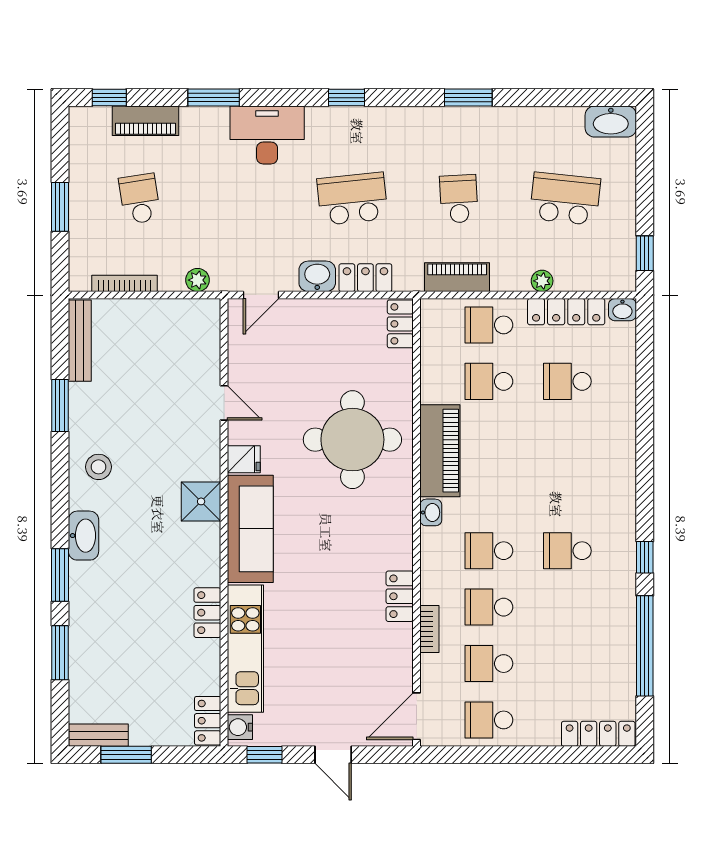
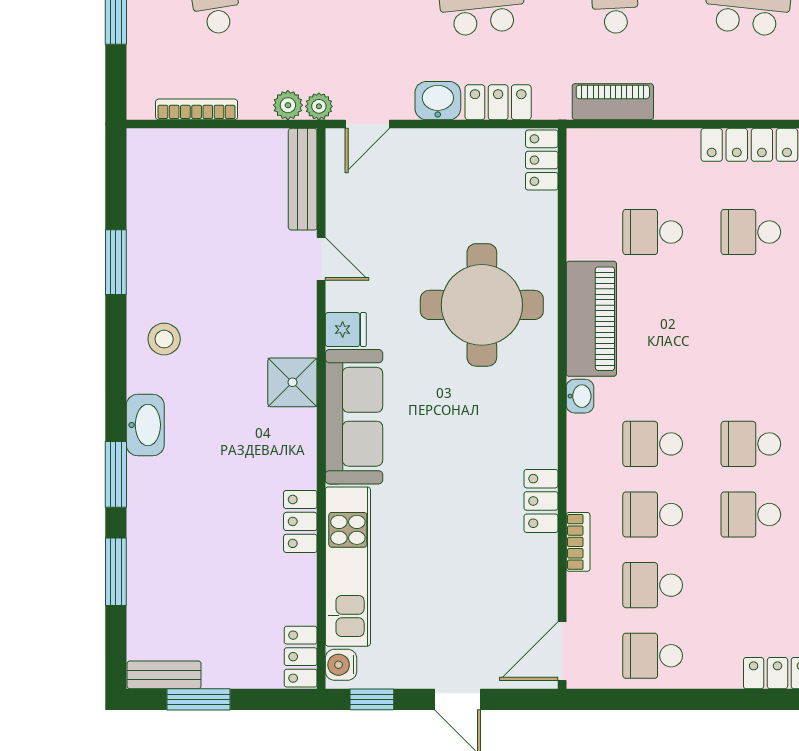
plant: (542, 281) -> (319, 106), moved
school desk: (489, 325) -> (751, 515), moved
bench: (80, 341) -> (303, 179), moved

